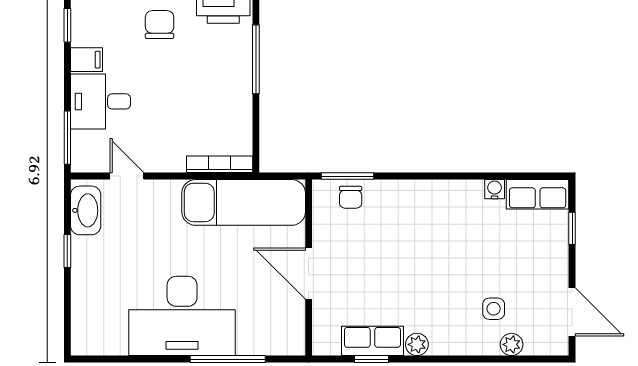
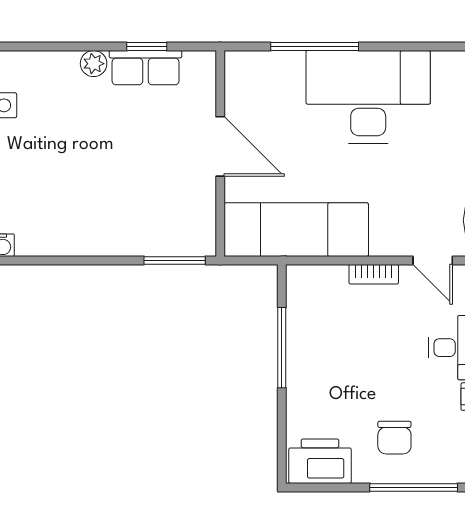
window: (256, 59) -> (282, 348), moved
bookcase: (220, 164) -> (374, 274), moved, width x0.64
chair: (351, 197) -> (171, 236), removed

